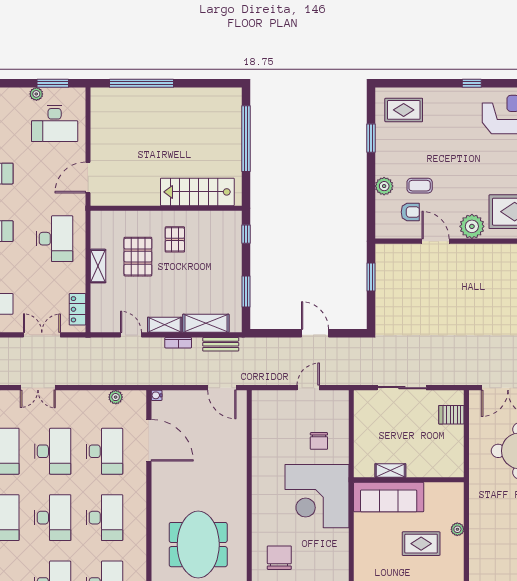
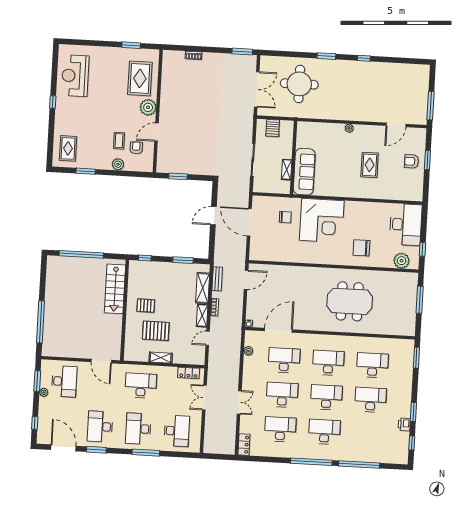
door: (308, 388) -> (249, 222), width x1.87
shelving: (390, 470) -> (287, 170), moved
wall: (409, 480) -> (294, 158), moved
sofa: (389, 497) -> (304, 172), moved
rug: (421, 544) -> (370, 165), moved

